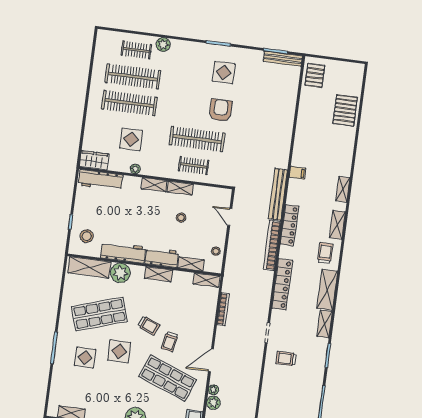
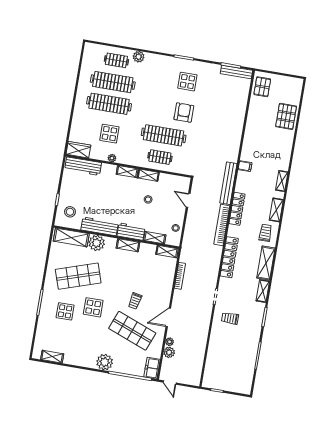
trolley: (149, 325) -> (118, 287), removed

